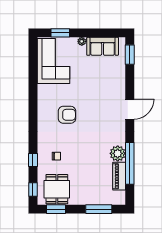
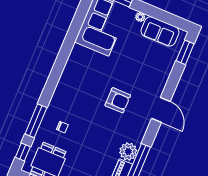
door: (130, 109) -> (161, 110), hinge flipped
armchair: (67, 115) -> (118, 100), moved
window: (33, 160) -> (36, 121), width x2.17

